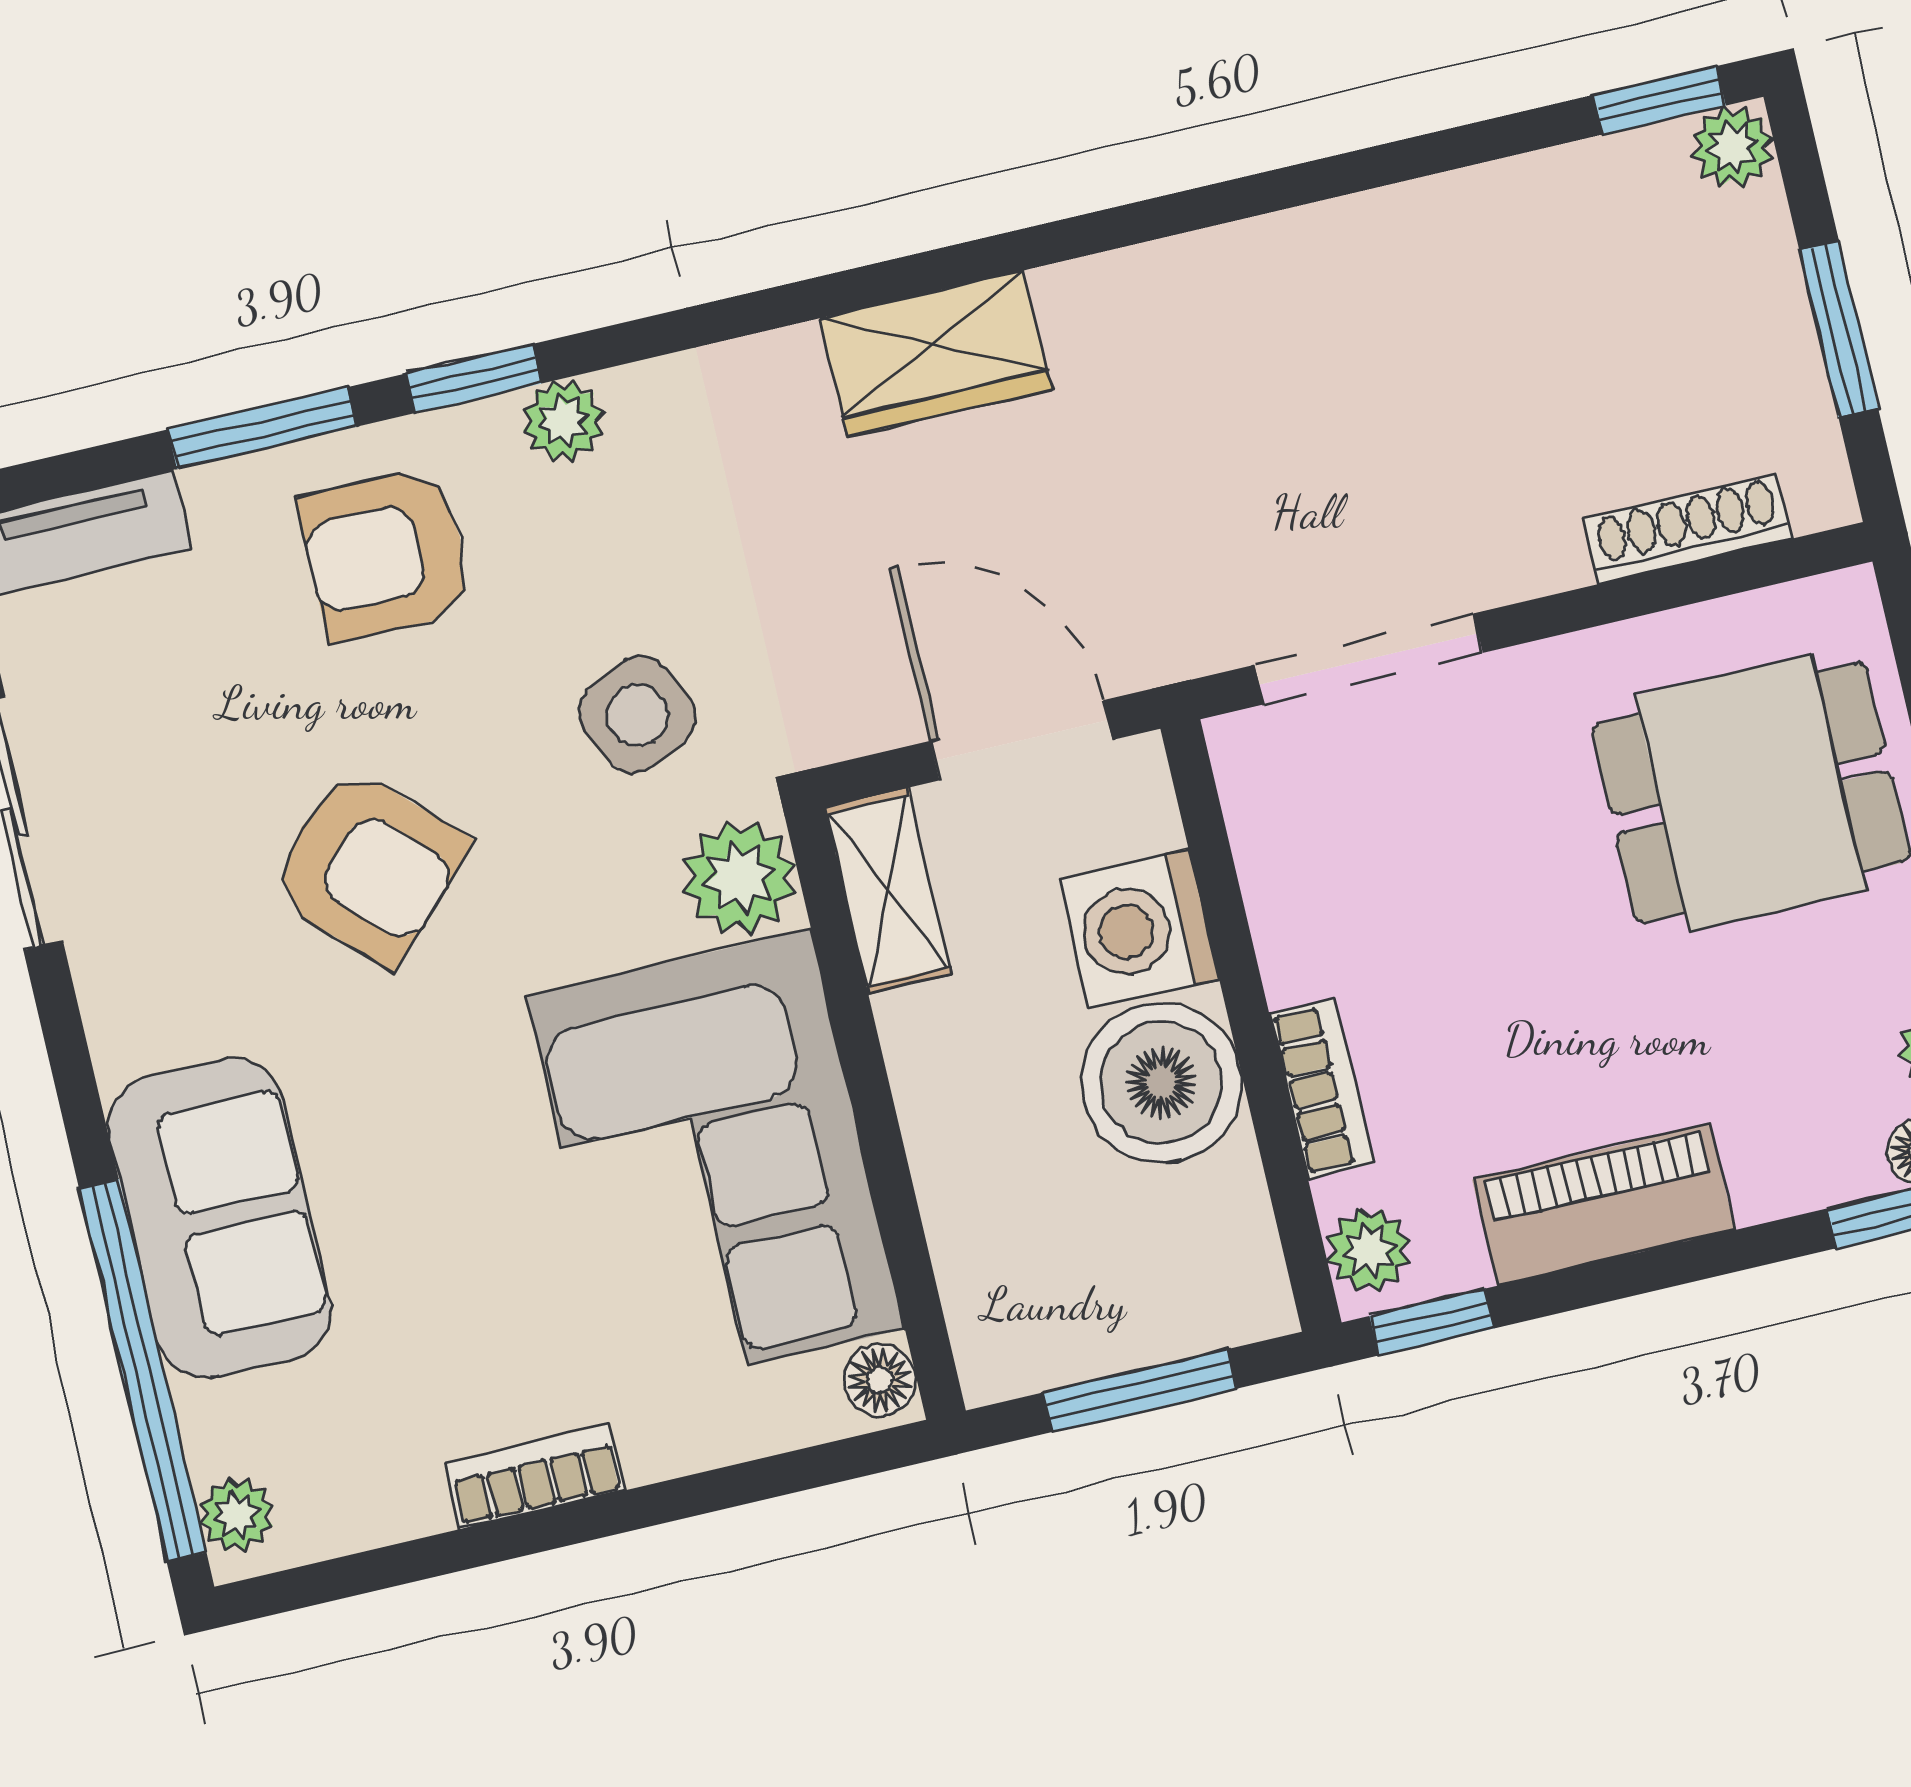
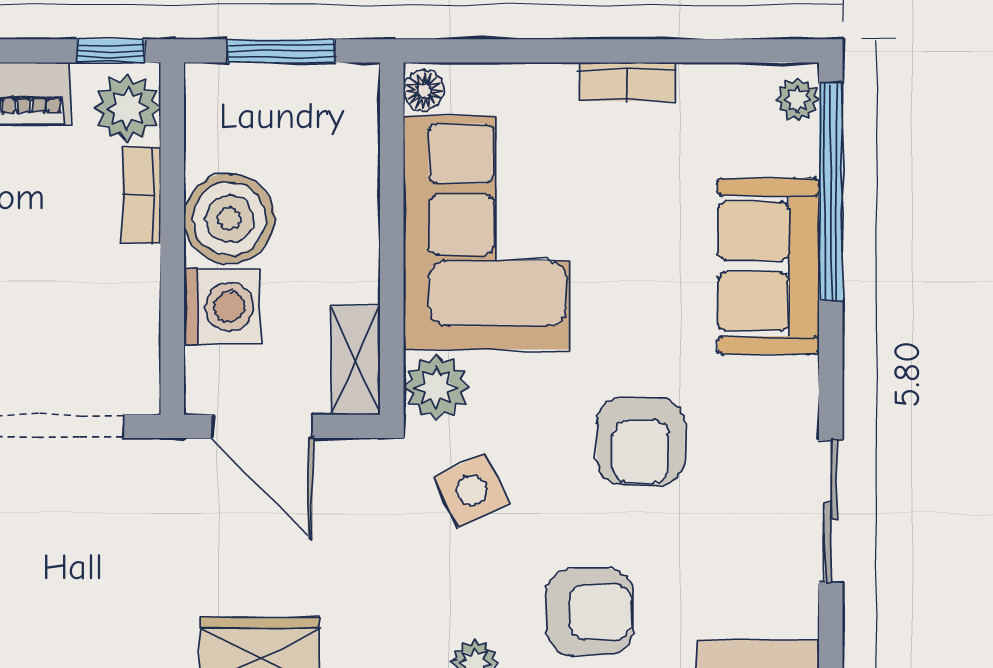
armchair: (368, 867) -> (641, 441), turned -134
plant: (1369, 1250) -> (127, 108), width x1.38, depth x1.38

